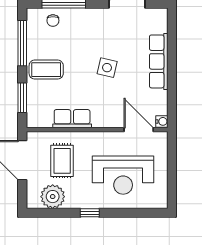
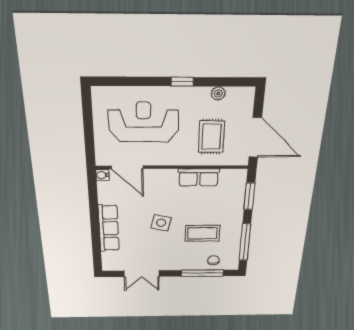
coffee table: (46, 70) -> (202, 233), moved
plant: (53, 197) -> (218, 93), width x0.53, depth x0.53

